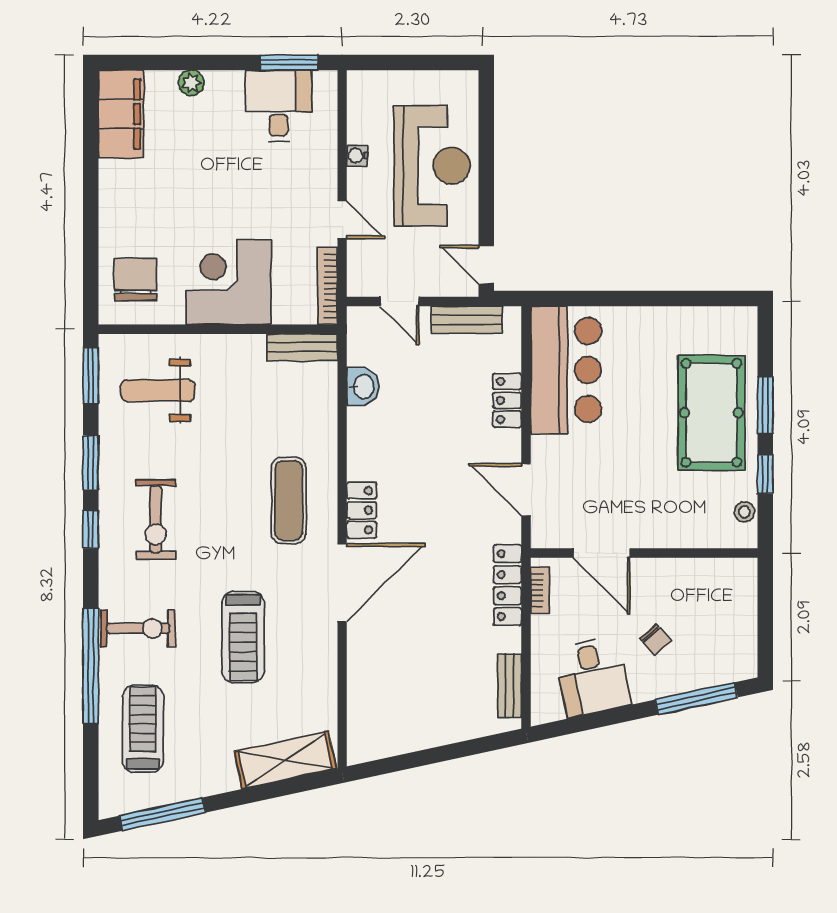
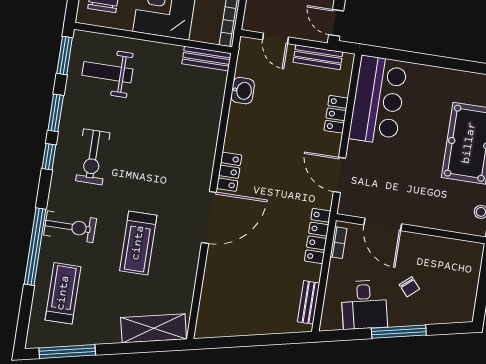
exercise mat: (289, 500) -> (182, 158), removed
window: (696, 699) -> (399, 332), moved

